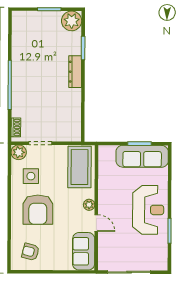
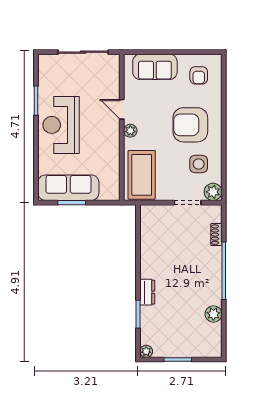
plant: (72, 21) -> (146, 351), width x0.53, depth x0.53
plant: (19, 48) -> (213, 314), added
dresser: (75, 72) -> (147, 292), width x0.70
shoe rack: (16, 127) -> (216, 235), moved
armchair: (38, 210) -> (190, 125), turned -90
sofa: (84, 251) -> (155, 67), moved, turned 90
armchair: (31, 252) -> (199, 75), turned 76

